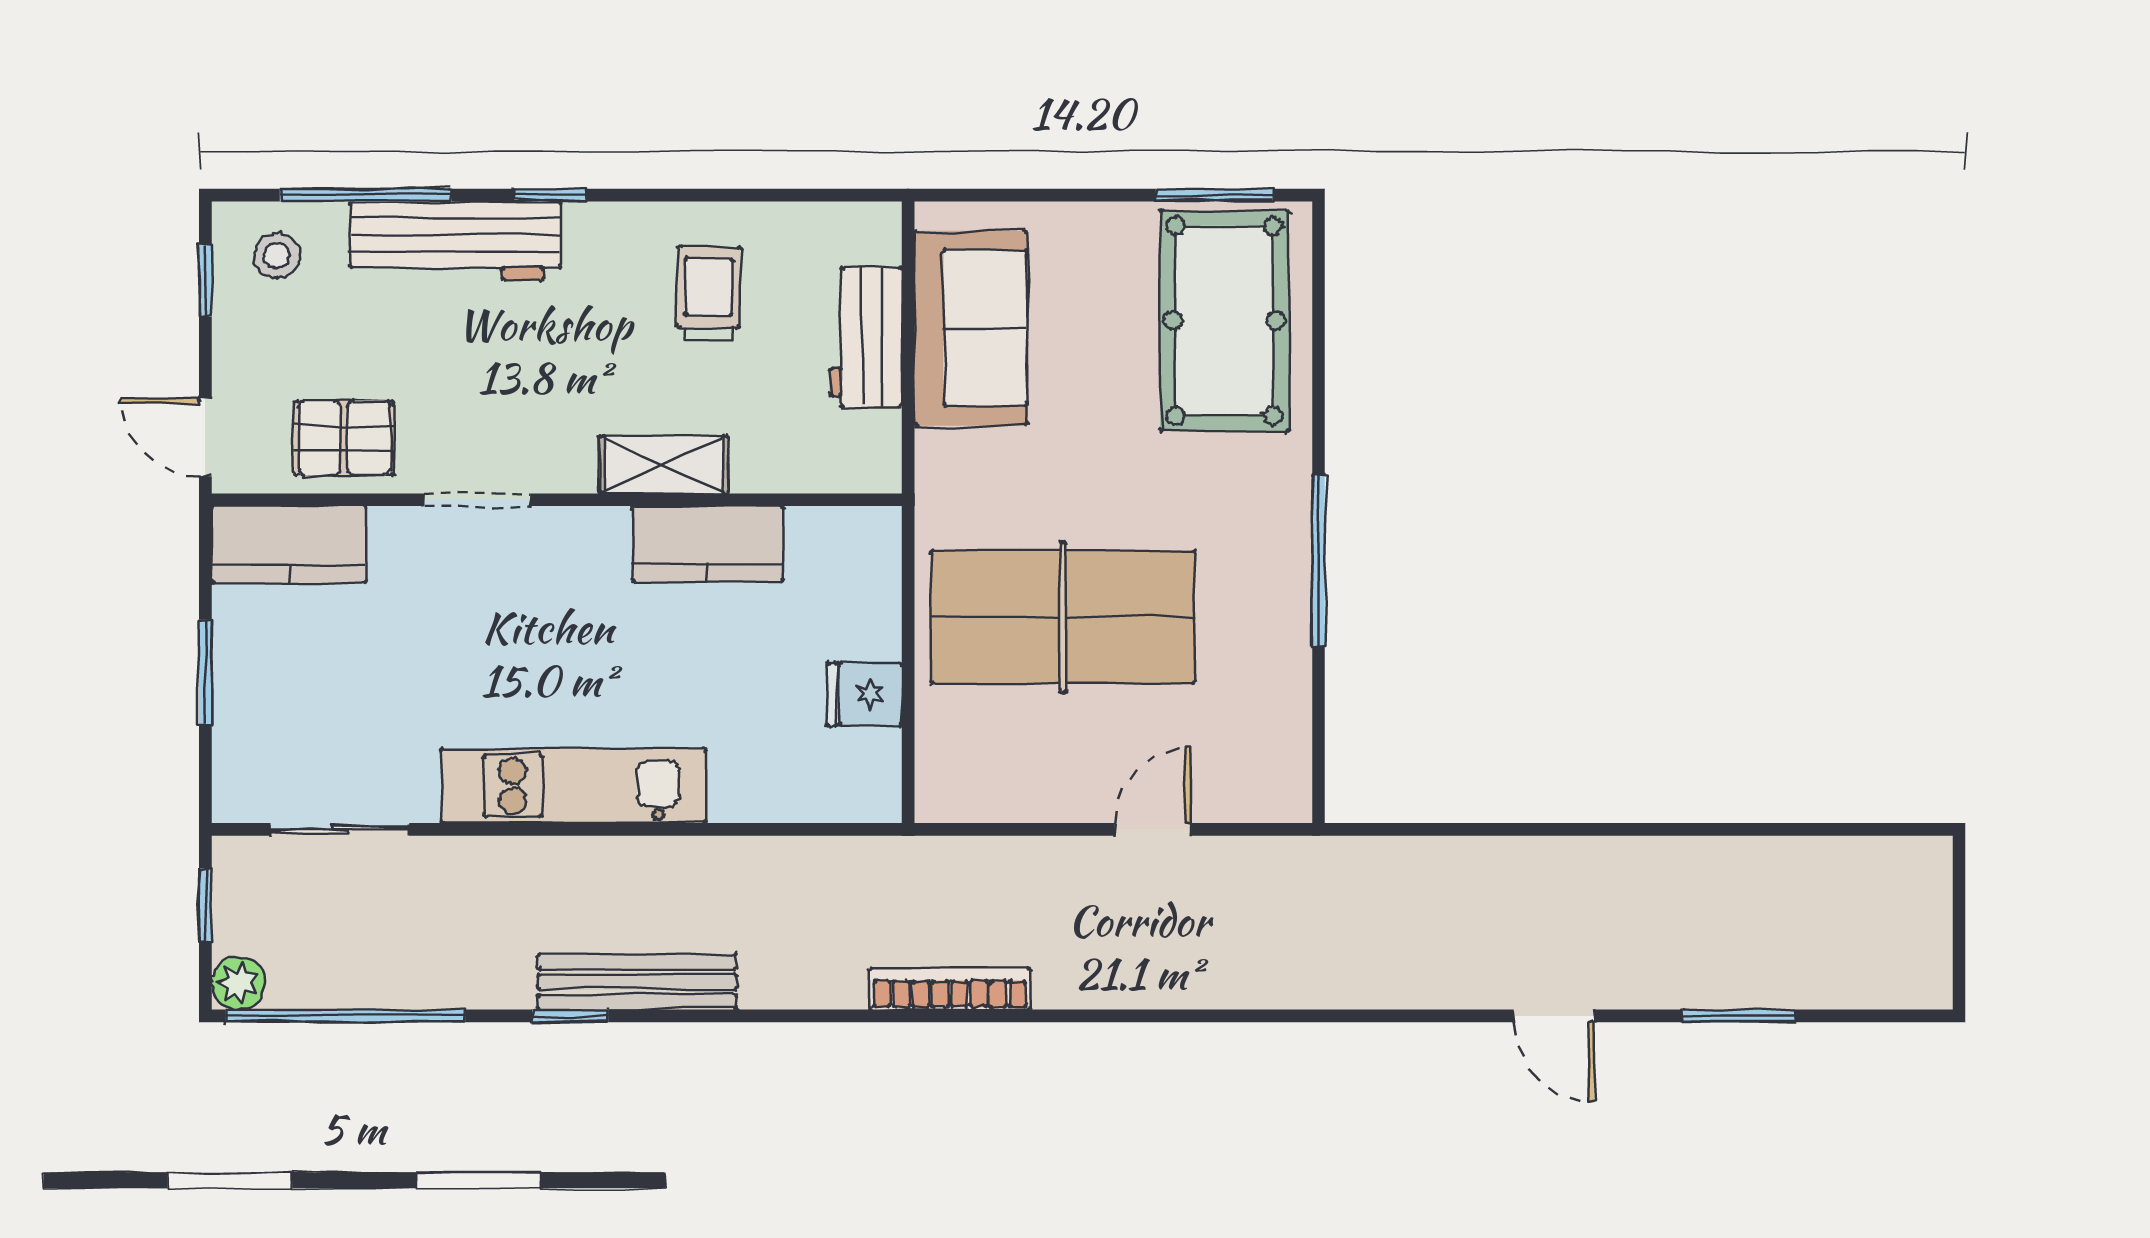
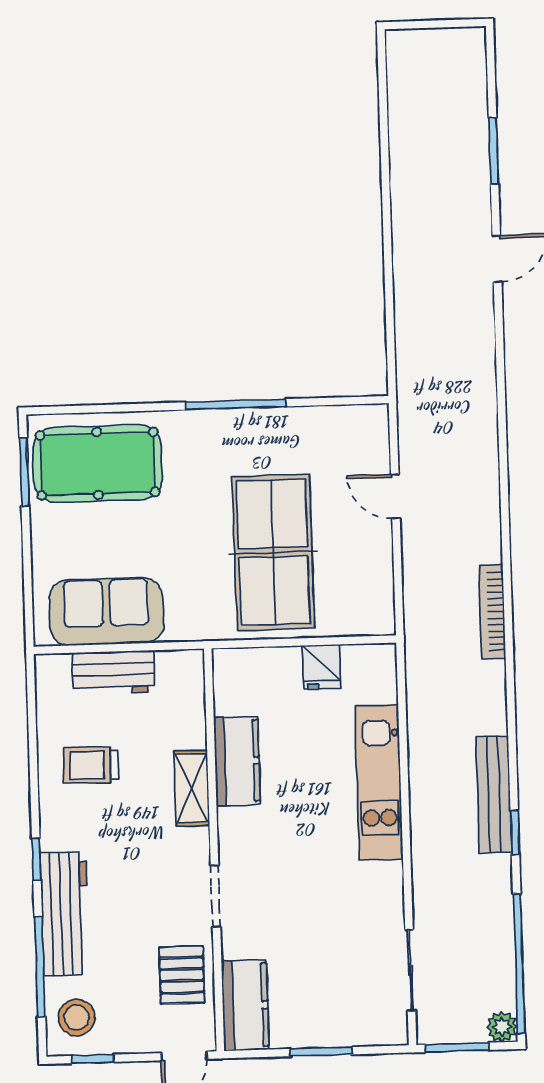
stool: (277, 255) -> (77, 1018), width x1.37, depth x1.37
kitchen unit: (574, 786) -> (379, 782), moved
window: (205, 905) -> (457, 1047), width x1.50

